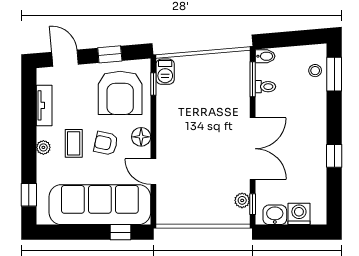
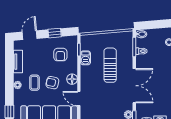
door: (65, 58) -> (30, 35), hinge flipped
barbecue: (165, 72) -> (85, 58), moved
armchair: (120, 93) -> (60, 55), width x0.53, depth x0.53
sun lounger: (209, 112) -> (110, 65), added

